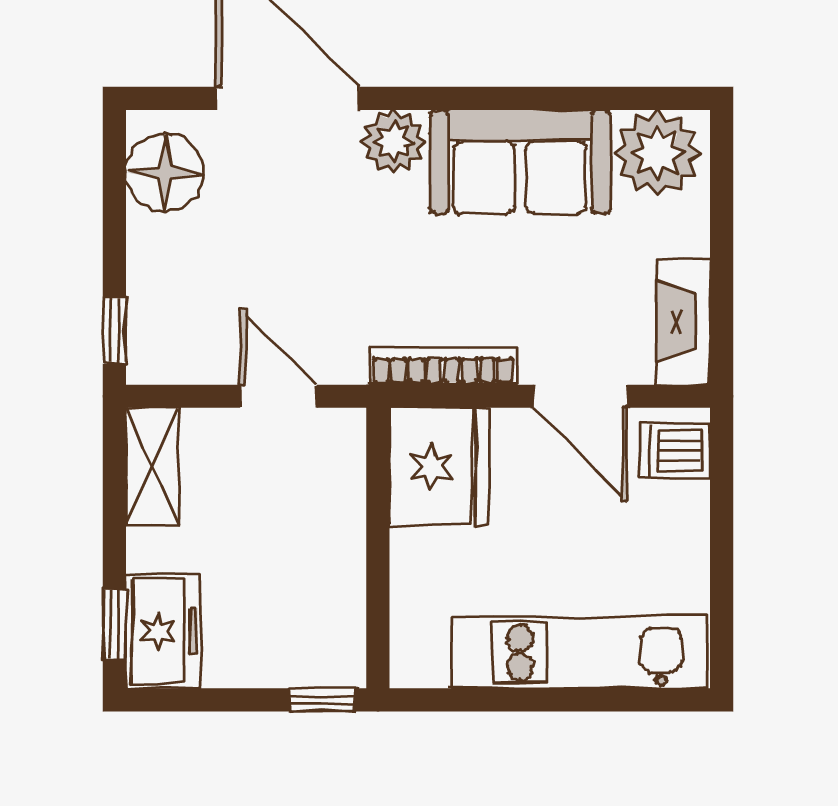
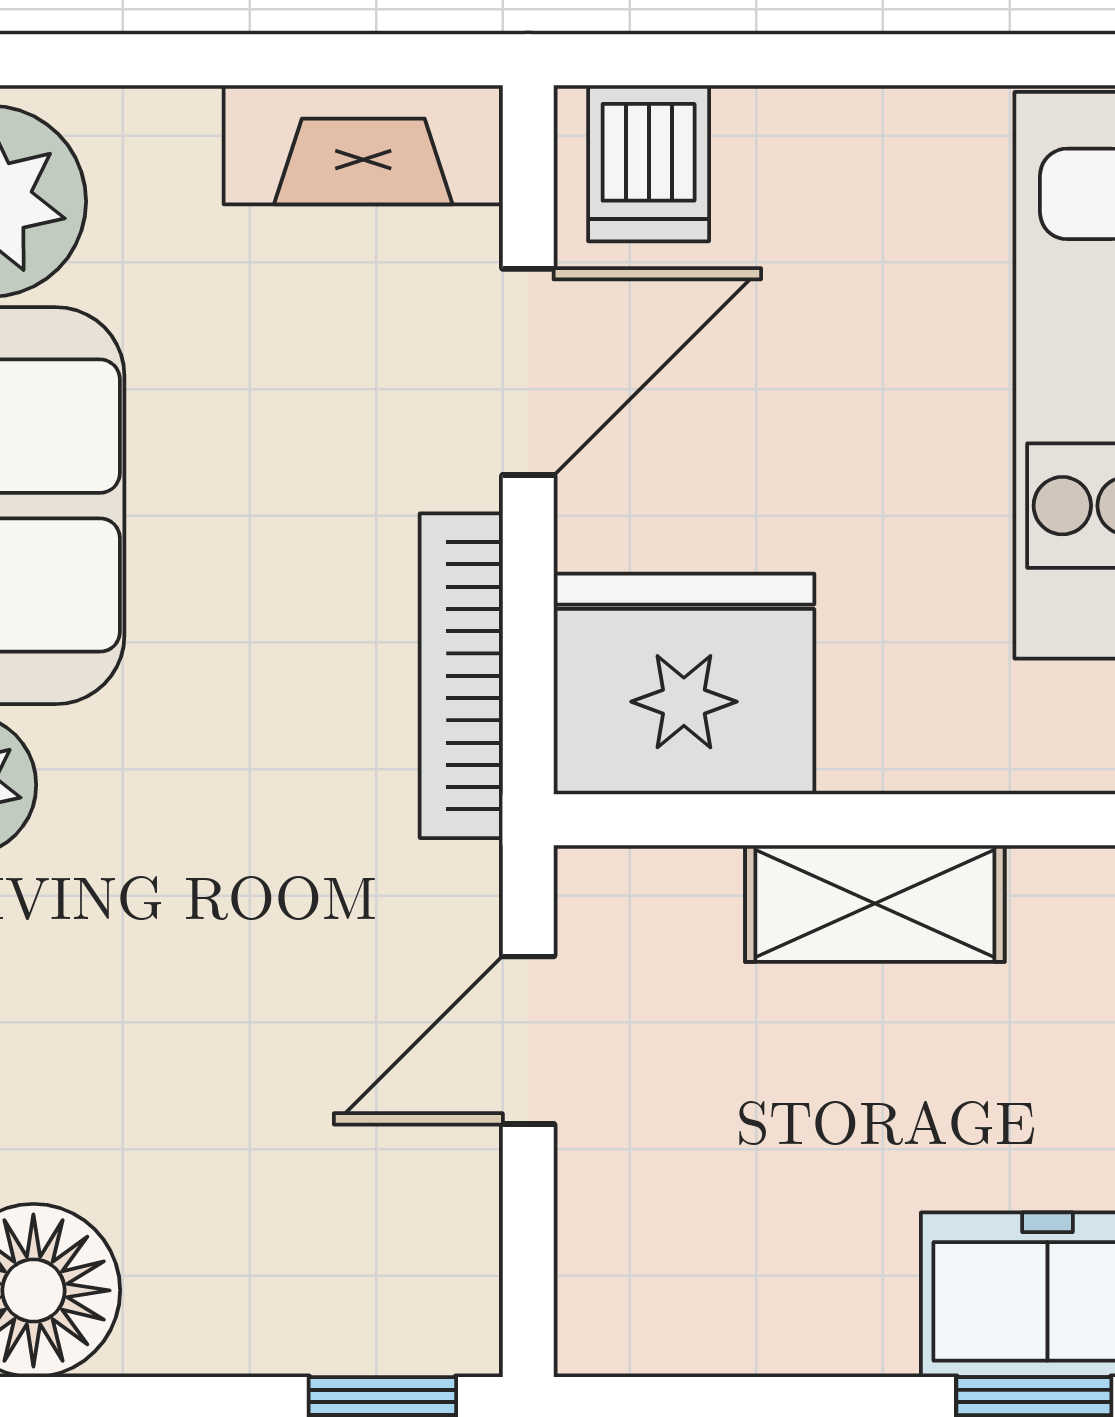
shelving: (152, 466) -> (875, 904), moved

